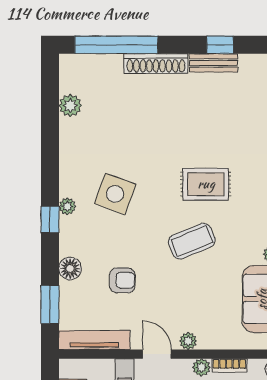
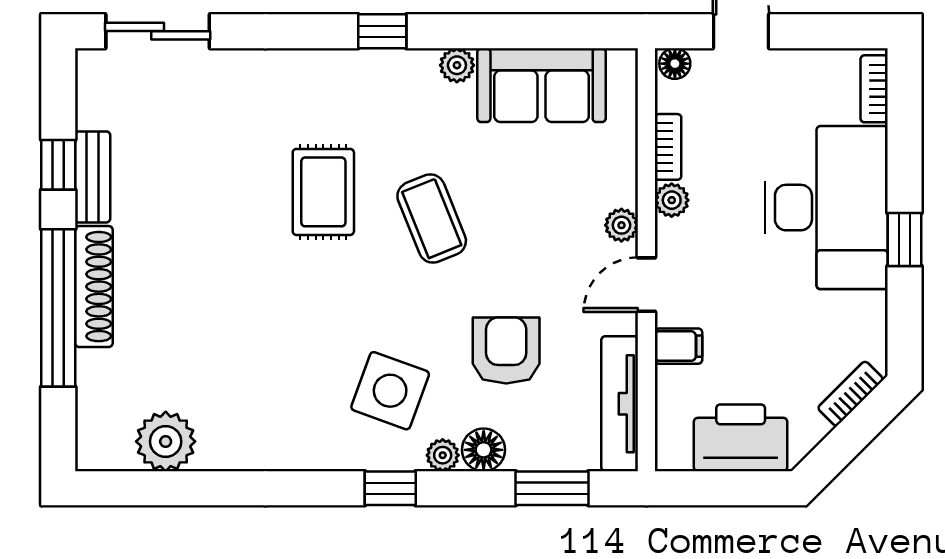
window: (116, 45) -> (58, 308), moved
plant: (70, 105) -> (166, 441), width x1.36, depth x1.36
side table: (115, 194) -> (390, 391), moved
plant: (67, 206) -> (443, 455), moved
armchair: (122, 280) -> (506, 351), width x1.38, depth x1.38

